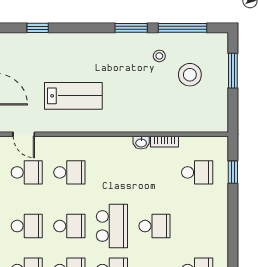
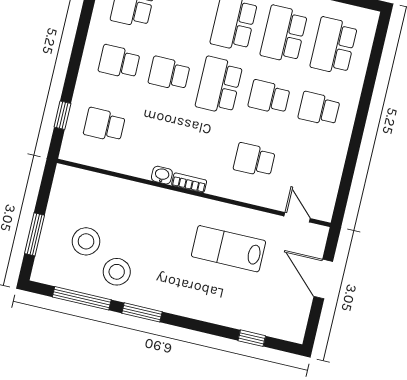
stool: (159, 56) -> (117, 272), width x1.89, depth x1.89
bookcase: (165, 142) -> (189, 183), moved
school desk: (27, 172) -> (119, 62), moved

